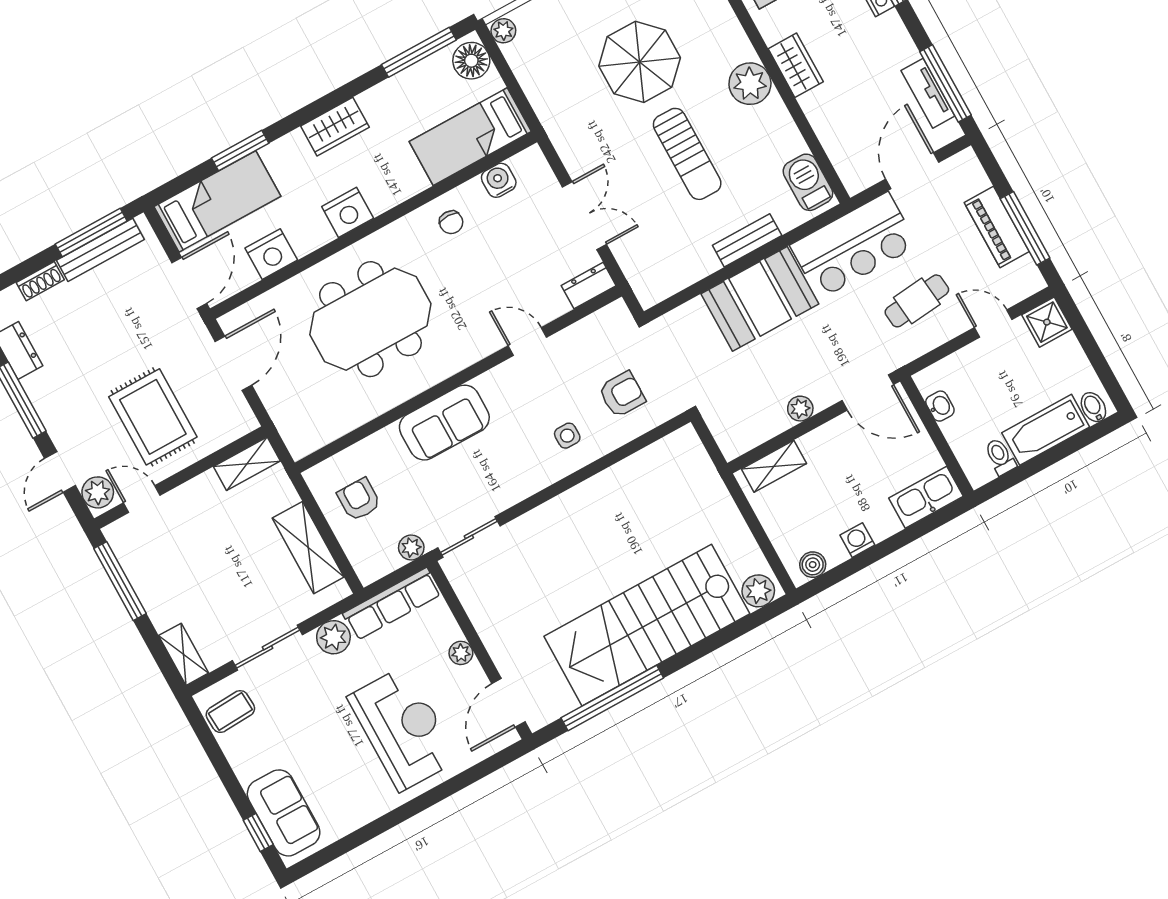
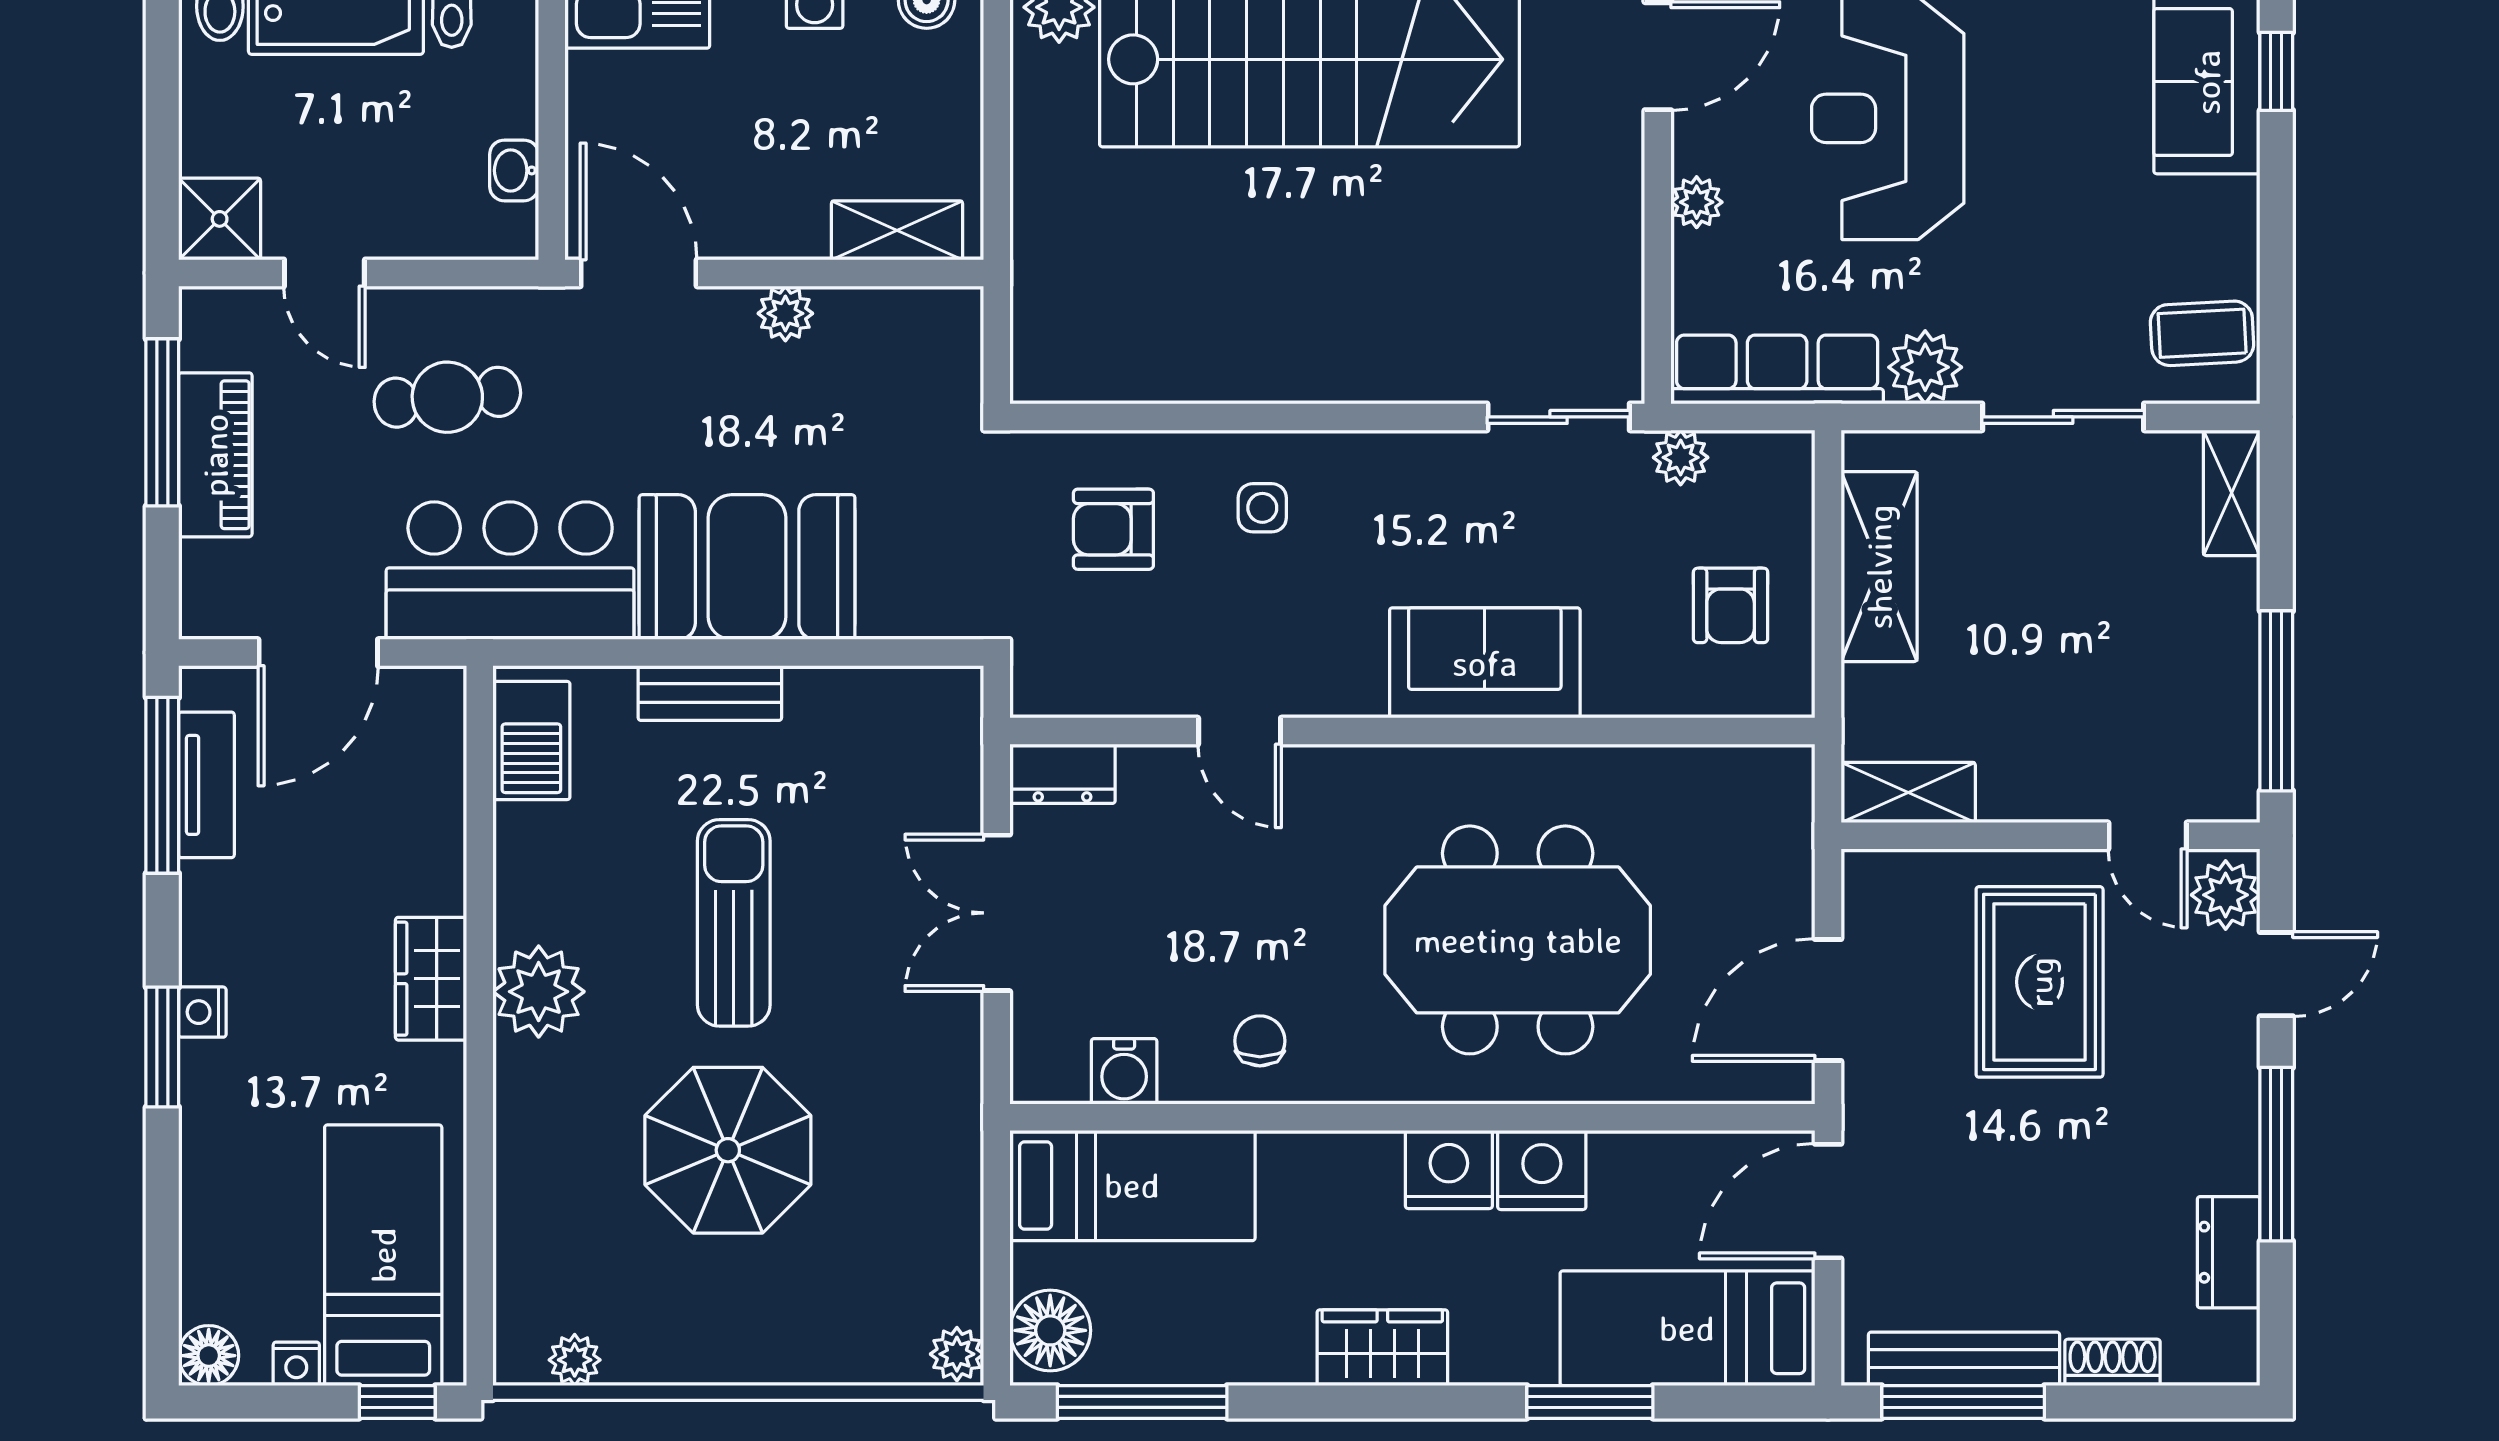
nightstand: (271, 254) -> (1542, 1170), moved

